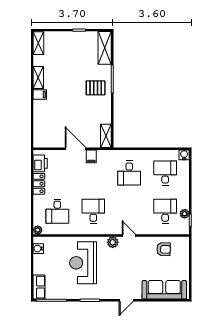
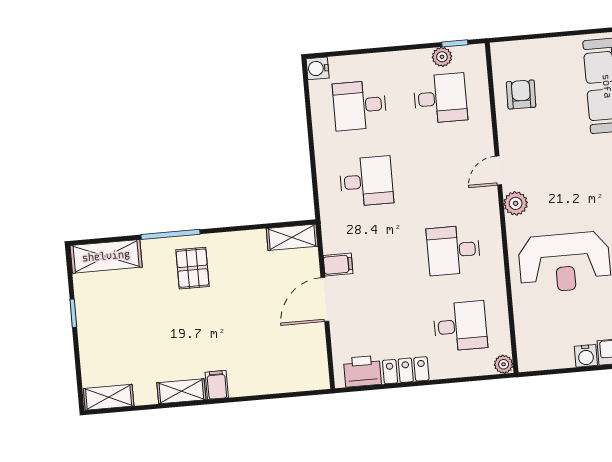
desk: (165, 211) -> (440, 98), turned 180
water cooler: (38, 249) -> (586, 356), moved

